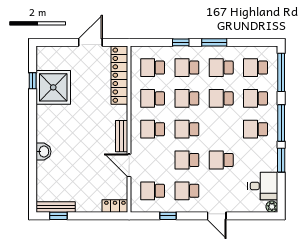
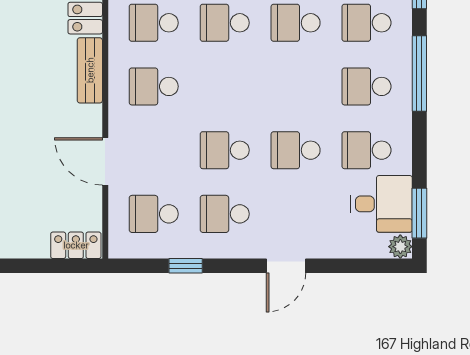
school desk: (187, 129) -> (367, 150), moved
bench: (122, 136) -> (90, 70), moved
window: (281, 160) -> (419, 213), moved
door: (217, 216) -> (286, 266), hinge flipped

